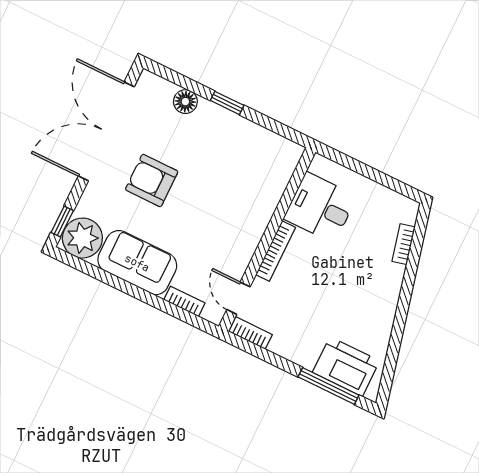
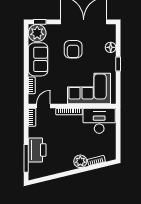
armchair: (152, 180) -> (73, 49), turned 180
corner sofa: (248, 187) -> (89, 88), added
desk: (320, 208) -> (99, 121), width x1.37
plant: (389, 278) -> (80, 161), added
printer: (346, 367) -> (37, 150), moved

